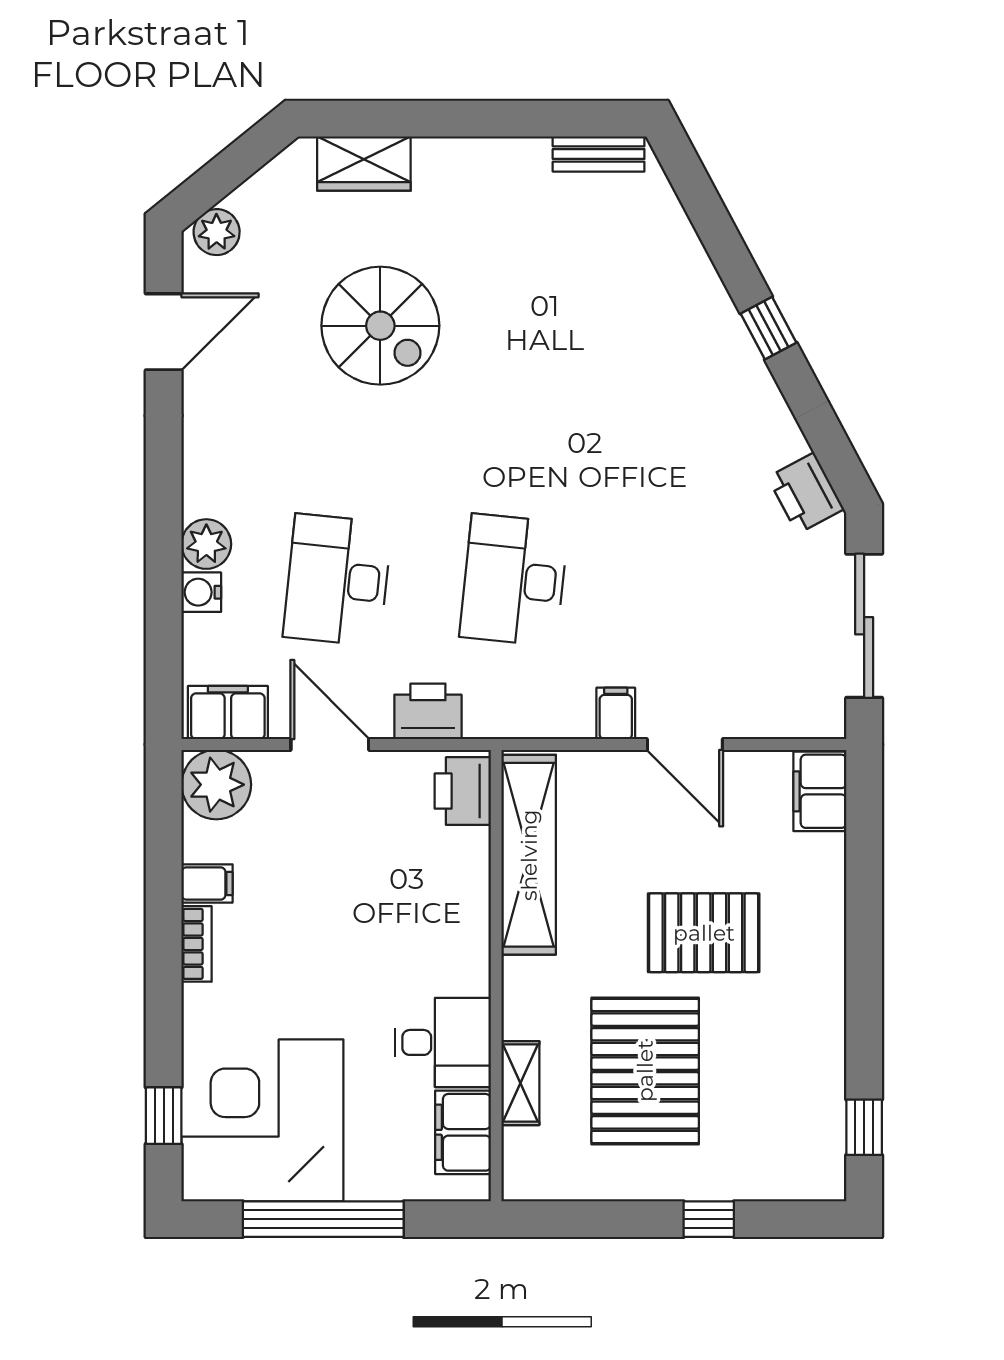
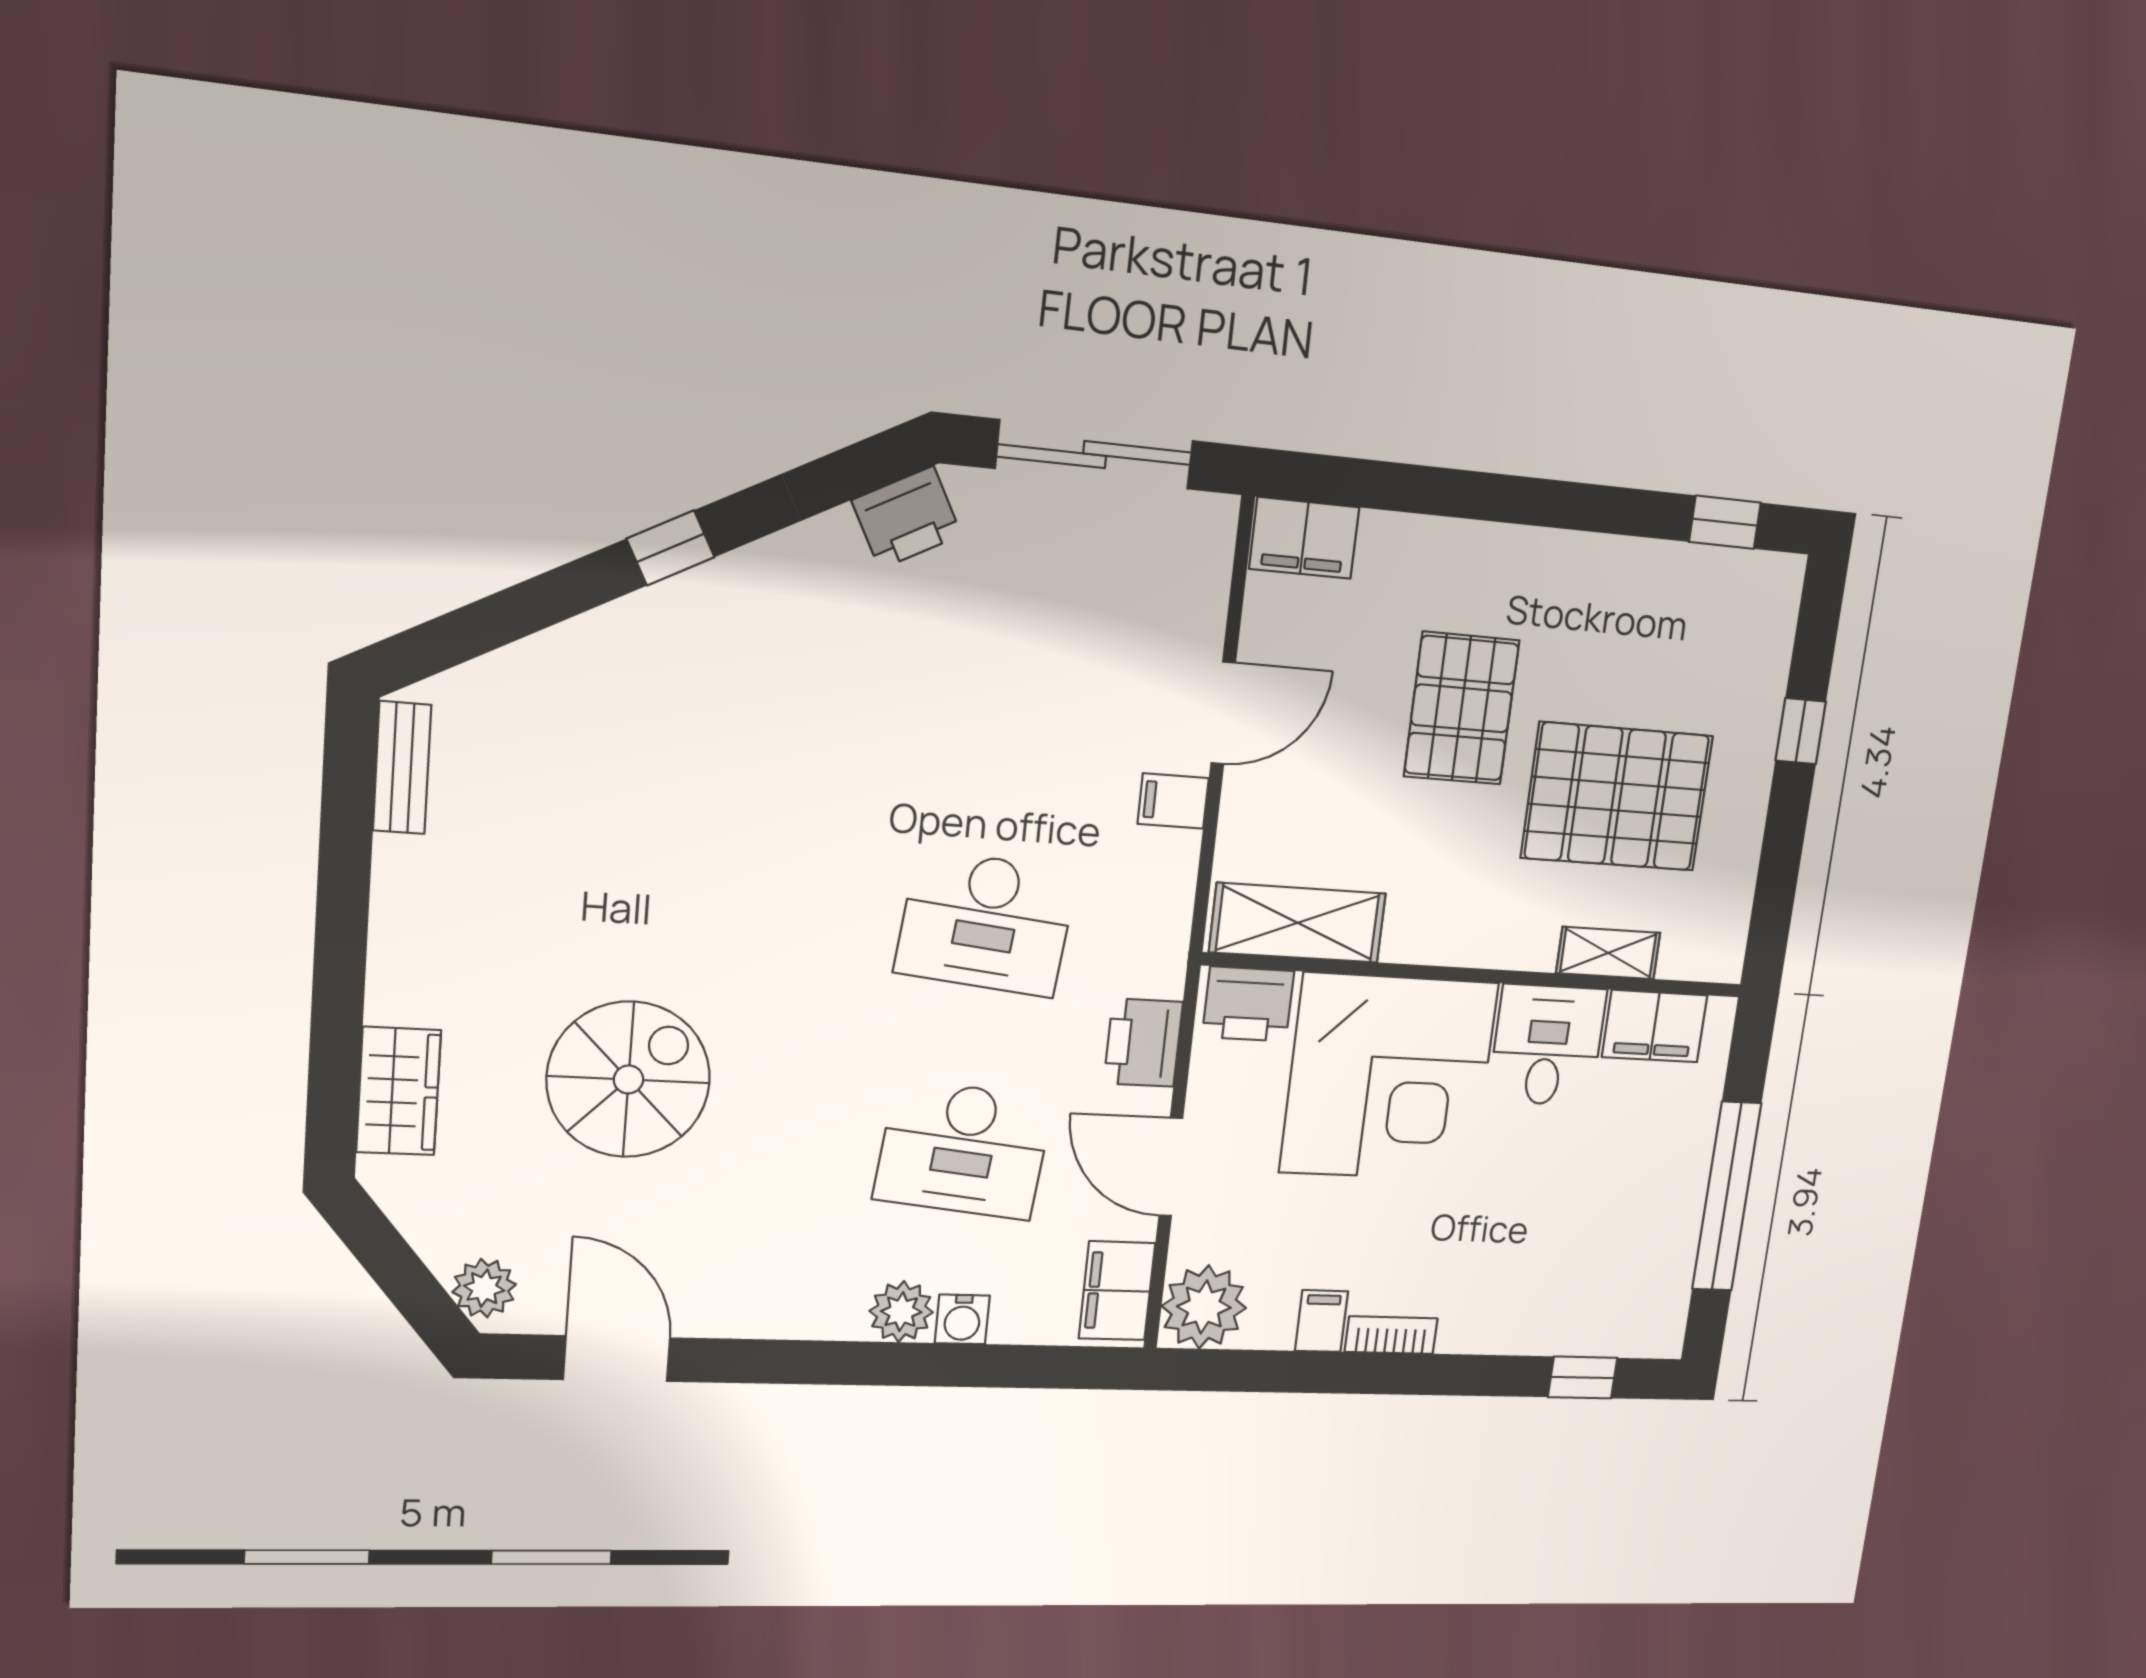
door: (330, 744) -> (1171, 1167), hinge flipped
shelving: (529, 855) -> (1298, 923), width x0.68
corner desk: (262, 1120) -> (1389, 1078), moved, turned -90

